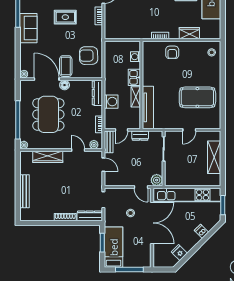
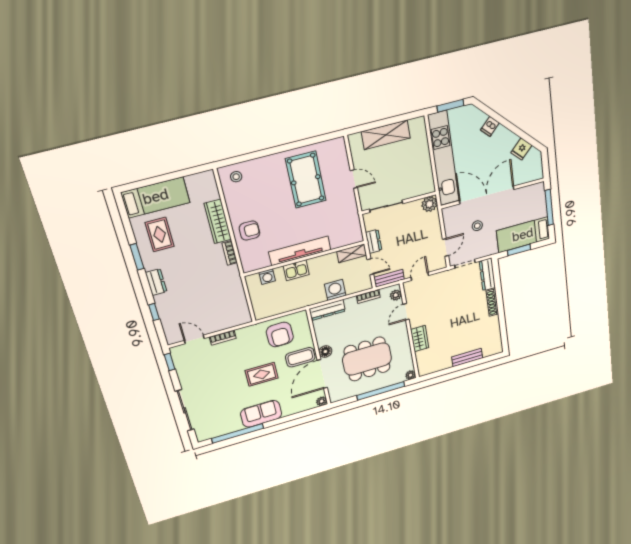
rug: (65, 17) -> (262, 374), moved, turned 90
wardrobe: (189, 33) -> (218, 221), width x1.50
shelving: (136, 97) -> (352, 253), moved
tv unit: (148, 107) -> (300, 251), moved
wardrobe: (48, 157) -> (420, 339), width x0.67
door: (141, 187) -> (445, 247), moved
bench: (25, 191) -> (467, 358), width x0.73

